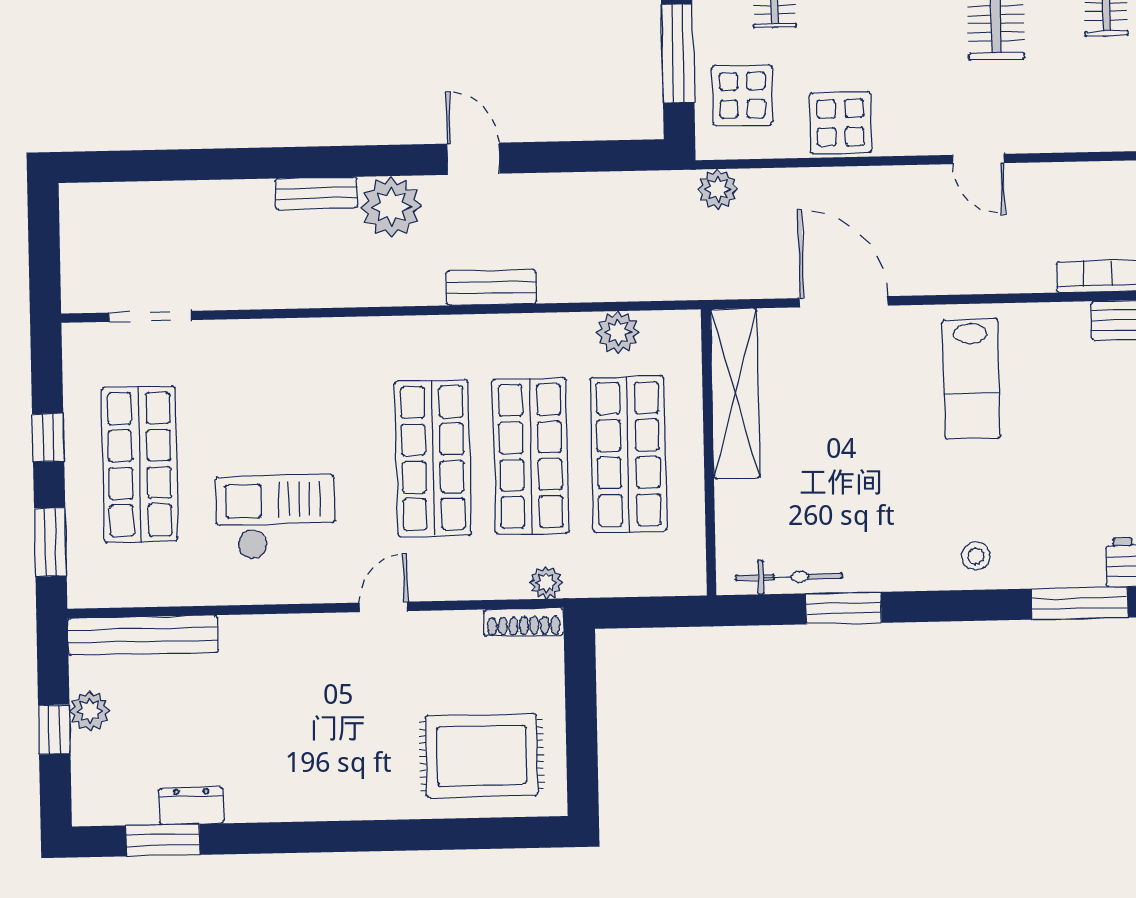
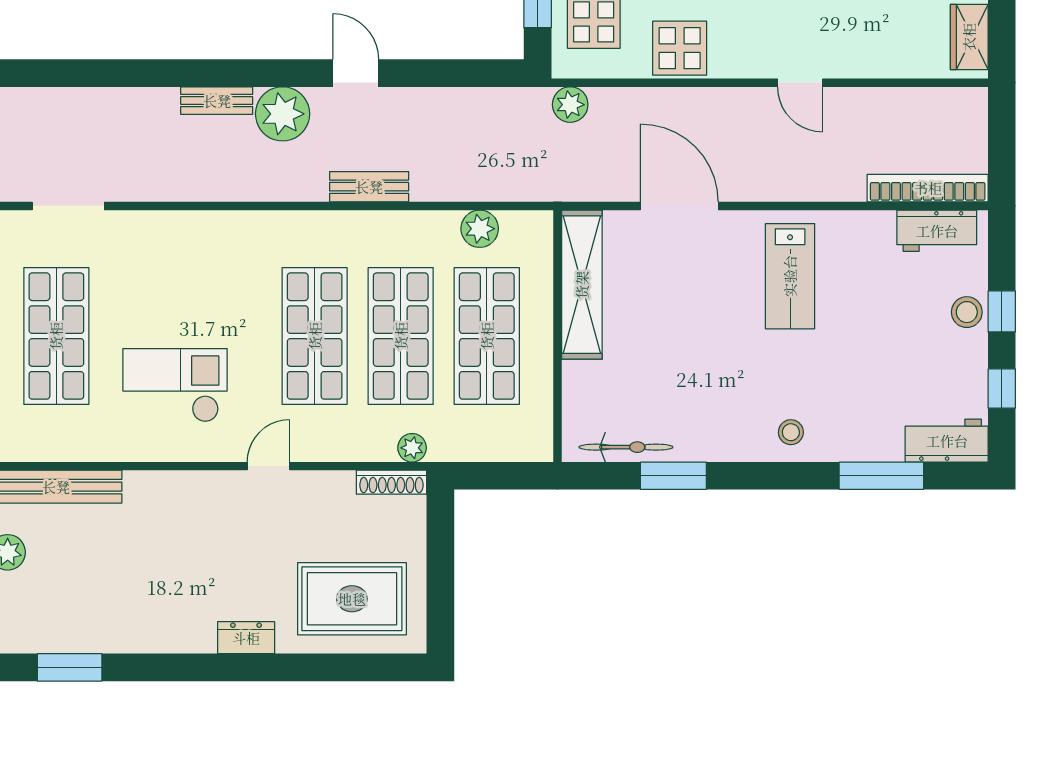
dresser: (191, 806) -> (246, 638), moved

